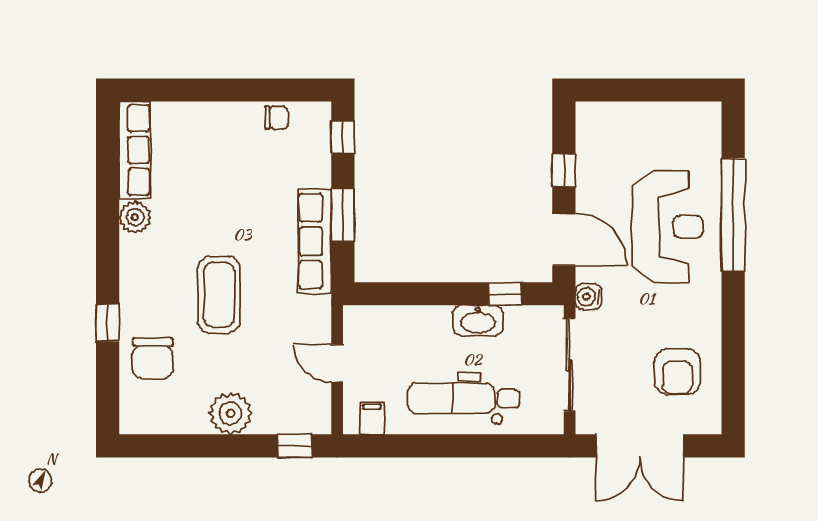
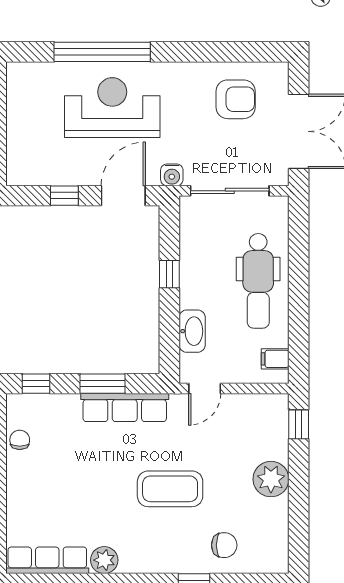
window: (505, 294) -> (169, 274), moved
washbasin: (478, 321) -> (192, 331), moved
chair: (153, 358) -> (224, 545), width x0.73, depth x0.73
door: (337, 363) -> (205, 388), moved

